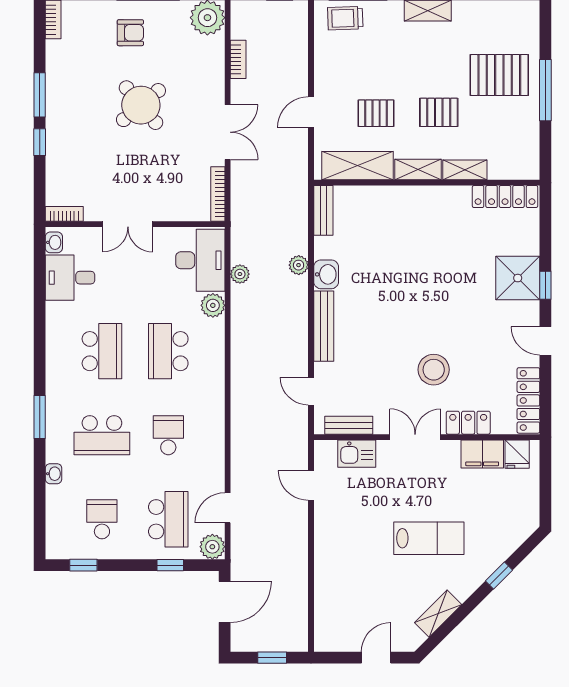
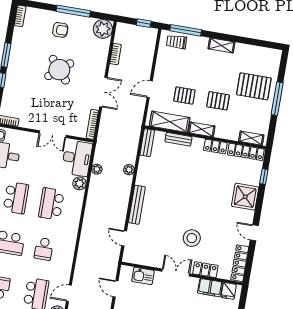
shelving: (465, 170) -> (251, 138), moved
locker: (448, 196) -> (215, 147), added
double door: (128, 224) -> (53, 134), moved
washbasin: (326, 274) -> (143, 177), removed
window: (545, 285) -> (264, 177), moved
bench: (349, 425) -> (178, 139), moved
school desk: (168, 435) -> (44, 249), turned 180

